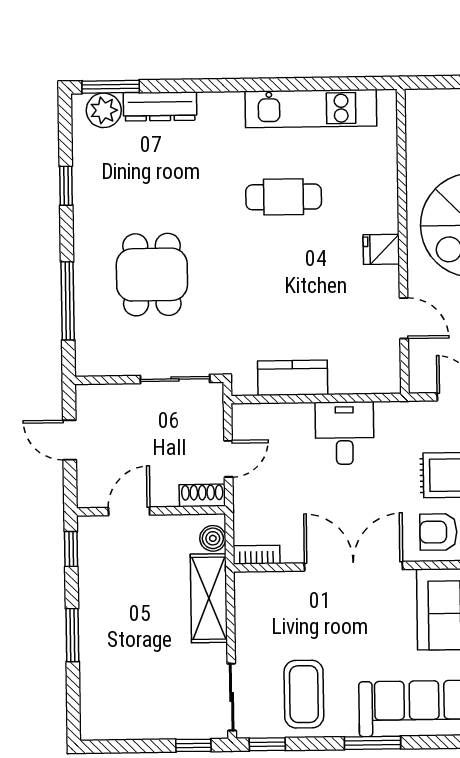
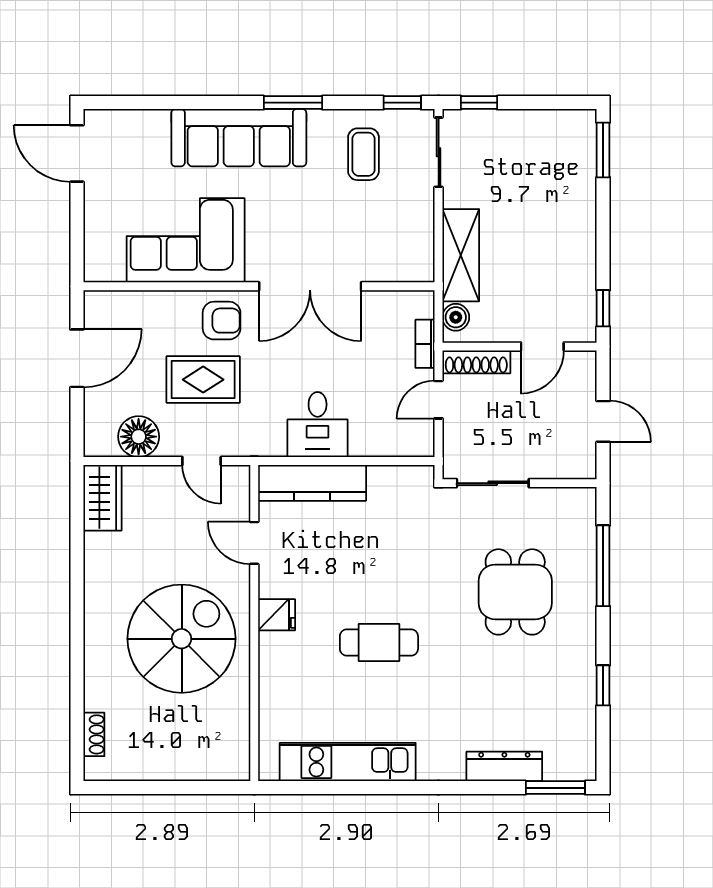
plant: (104, 110) -> (563, 763), removed
cafe table: (284, 197) -> (379, 643), moved
kitchen counter: (293, 378) -> (312, 483), moved, width x1.50
shoe rack: (202, 495) -> (476, 362), width x1.43
bookcase: (257, 555) -> (425, 344), moved, turned 90
window: (72, 635) -> (603, 150), moved
coffee table: (304, 694) -> (363, 154), width x0.73, depth x0.77

